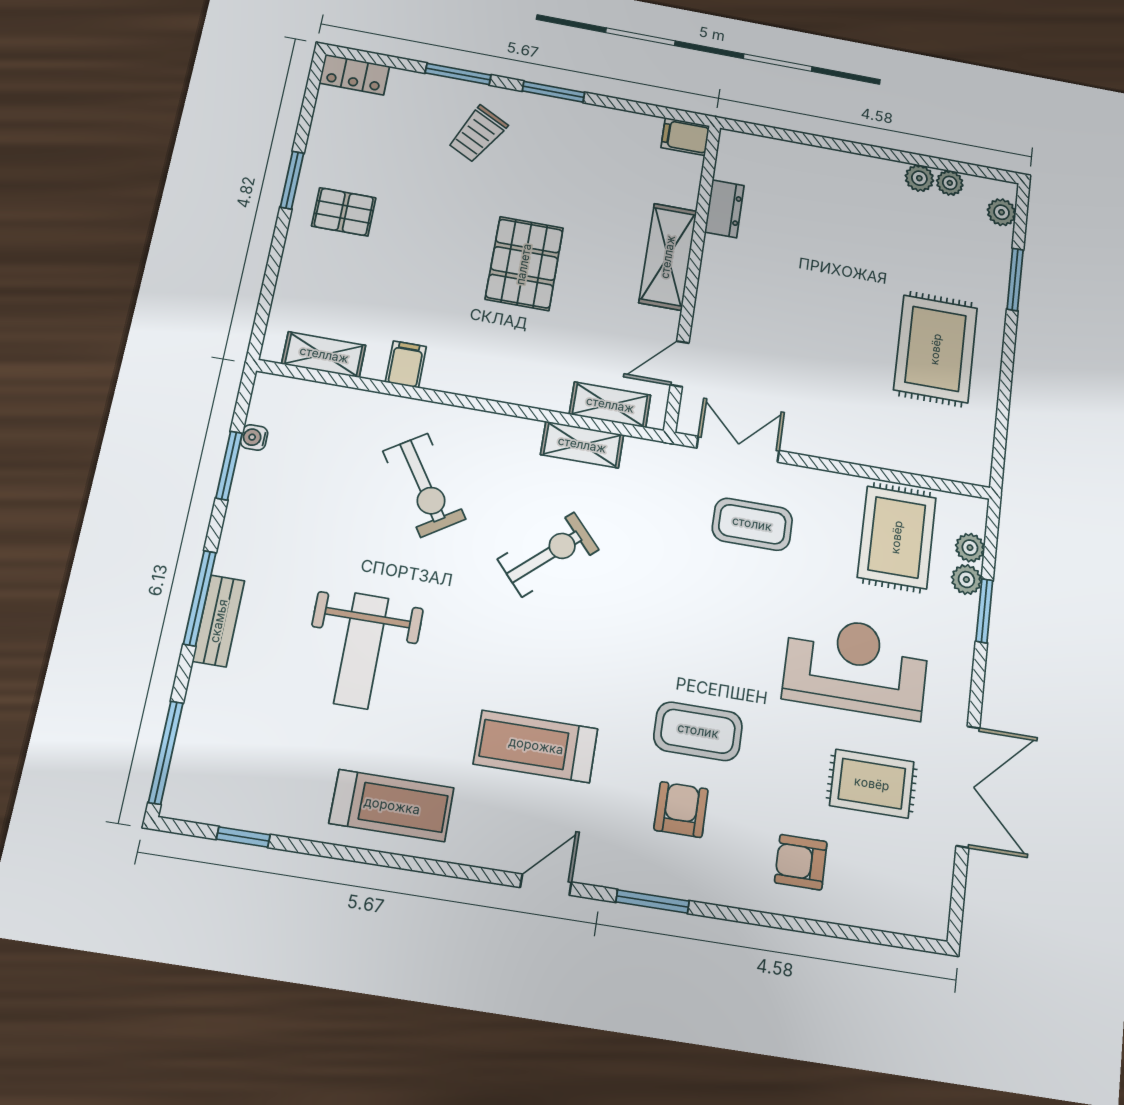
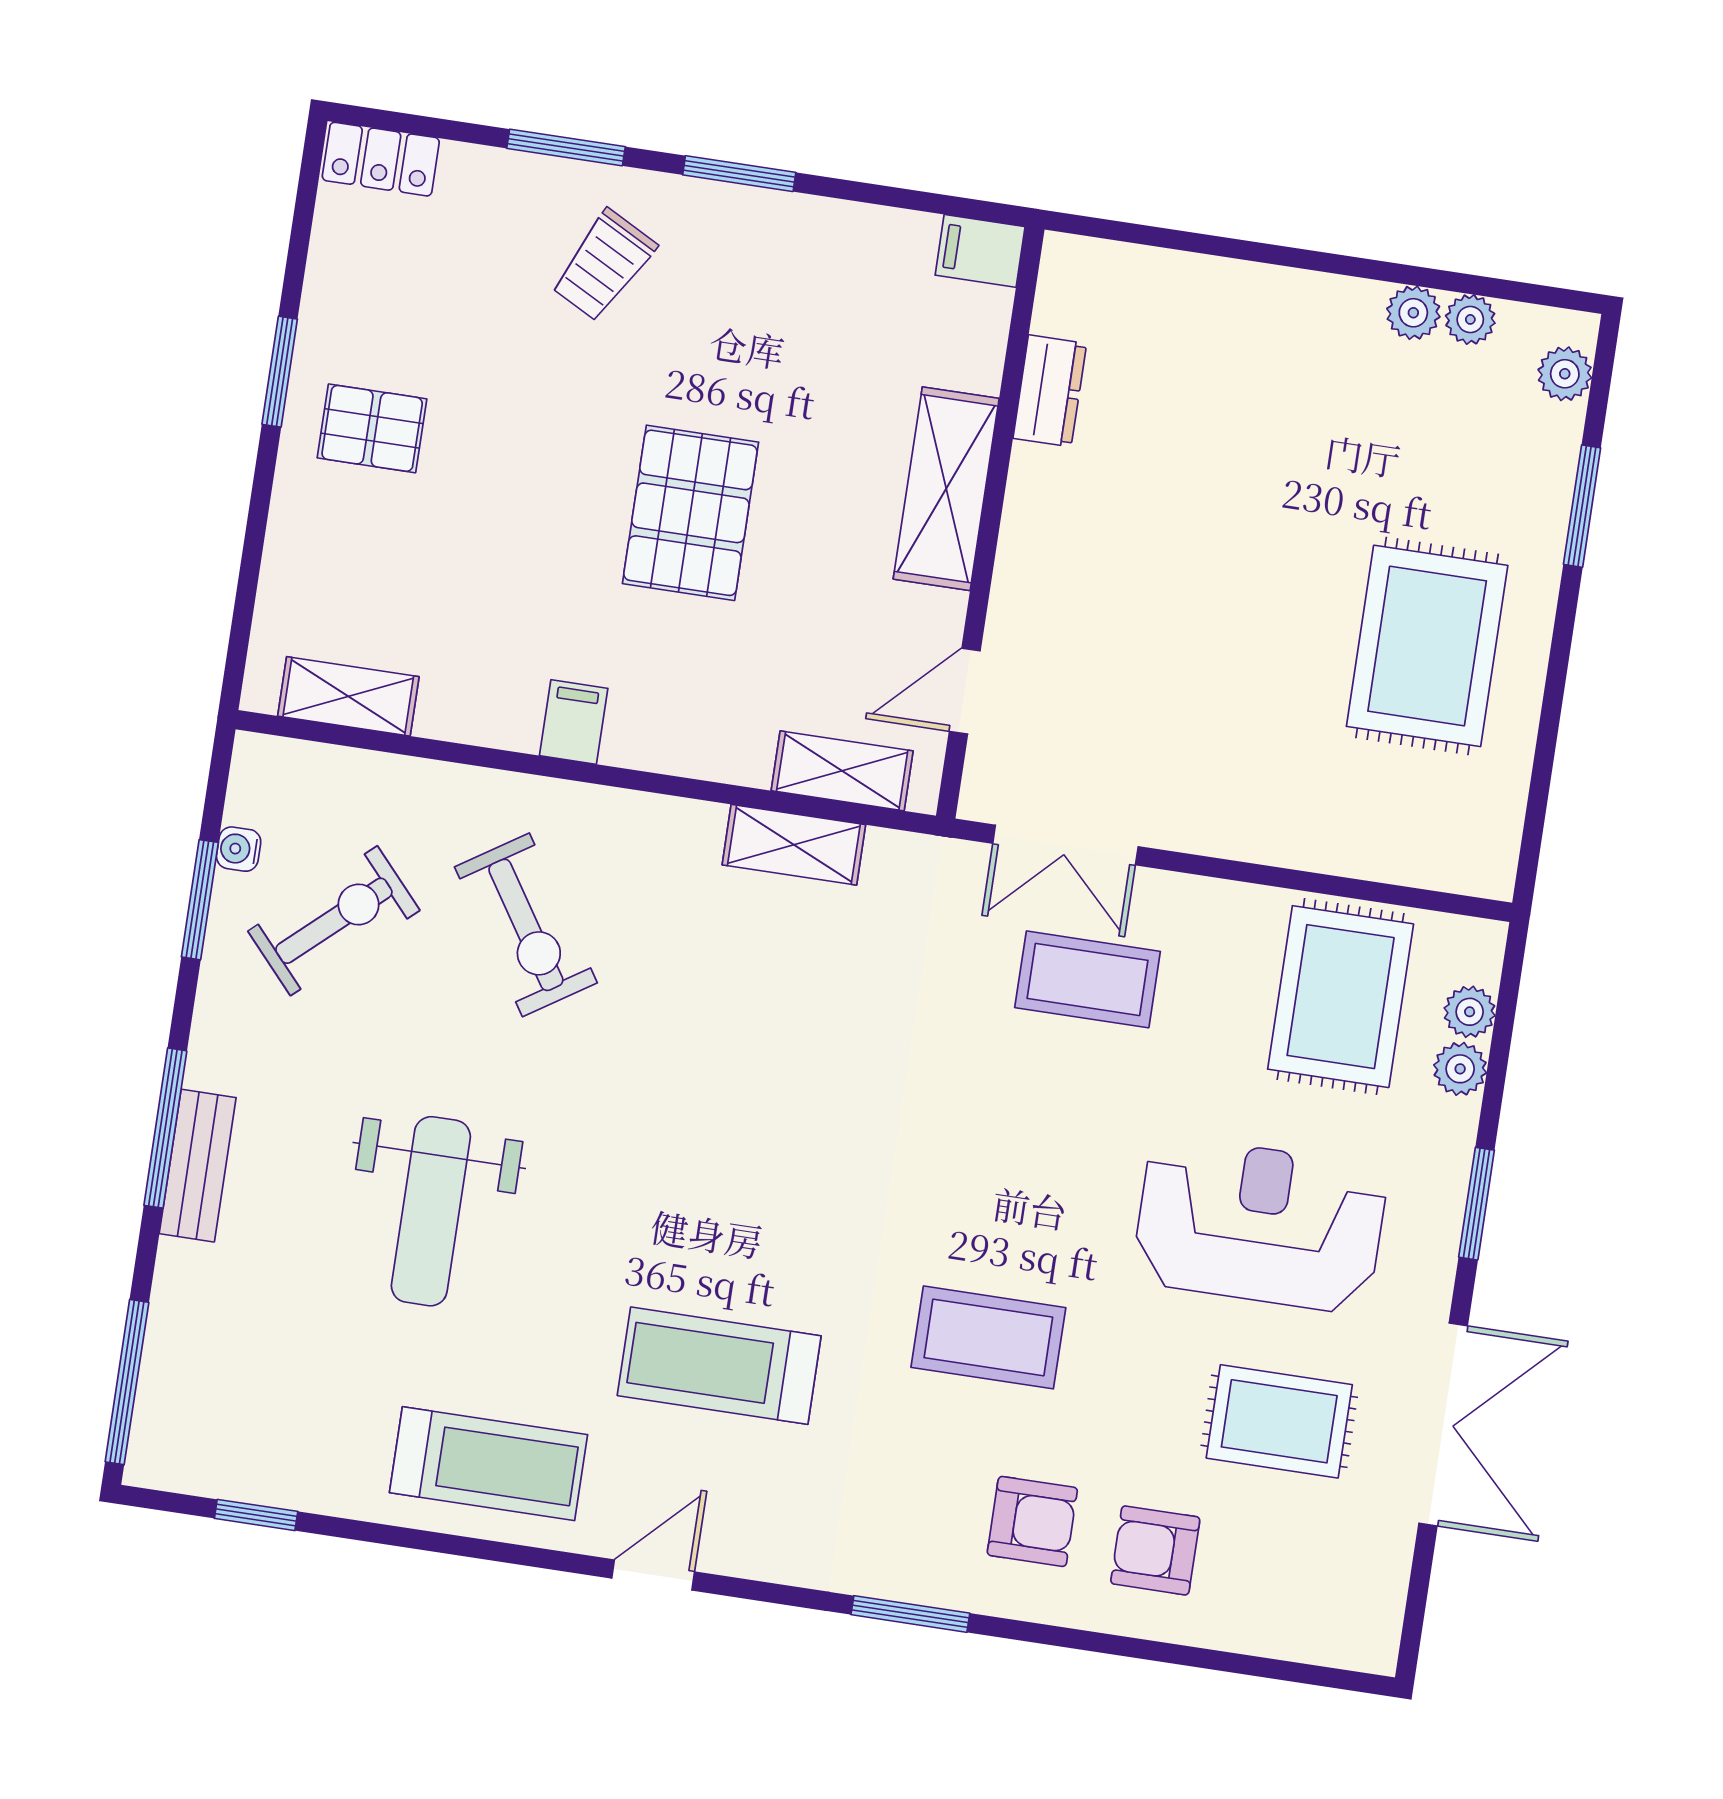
filing cabinet: (406, 364) -> (574, 722), moved
double door: (738, 449) -> (1065, 845), swing flipped
exercise bike: (548, 554) -> (334, 921), moved
window: (984, 611) -> (1477, 1204), moved
armchair: (681, 810) -> (1032, 1521), moved, turned 90
door: (546, 885) -> (653, 1575), moved

